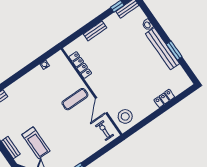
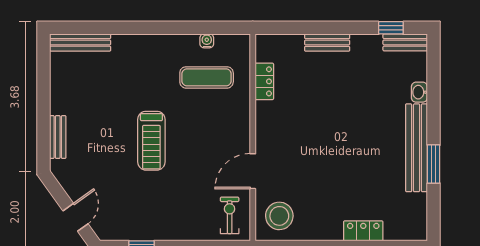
locker: (80, 65) -> (264, 81), width x0.66
exercise mat: (75, 99) -> (207, 77), moved
treadmill: (36, 143) -> (151, 141), moved

